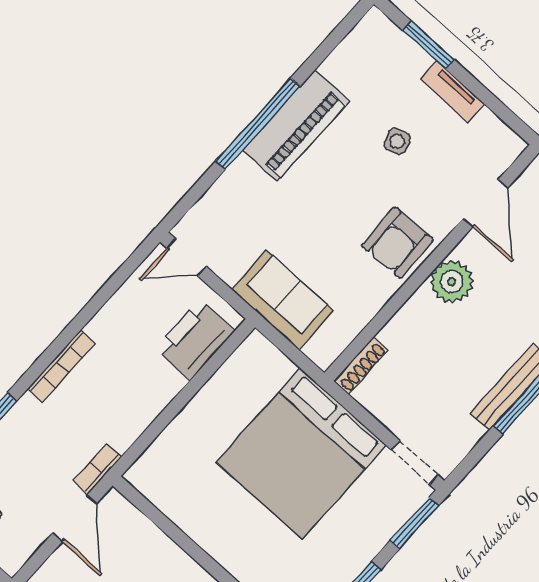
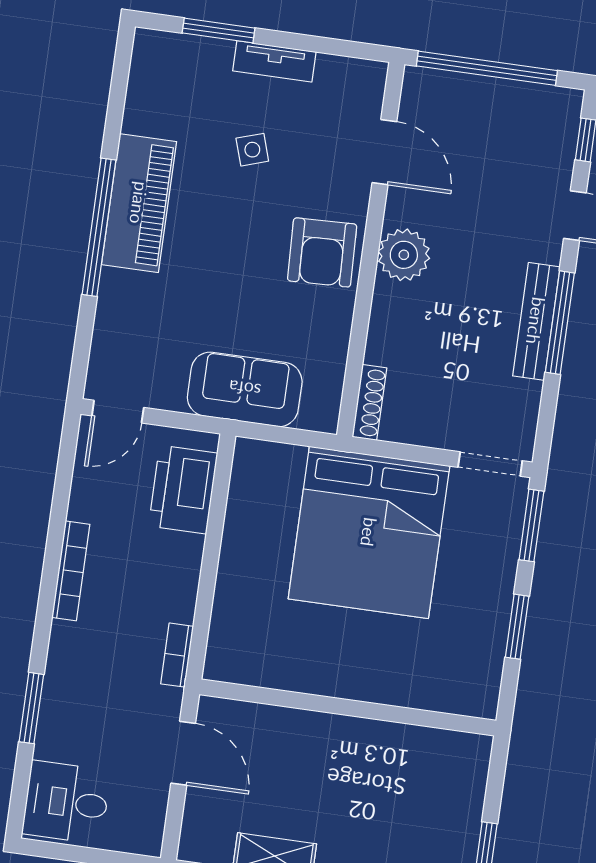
bookcase: (62, 366) -> (71, 571), moved
bookcase: (97, 469) -> (177, 655), moved

